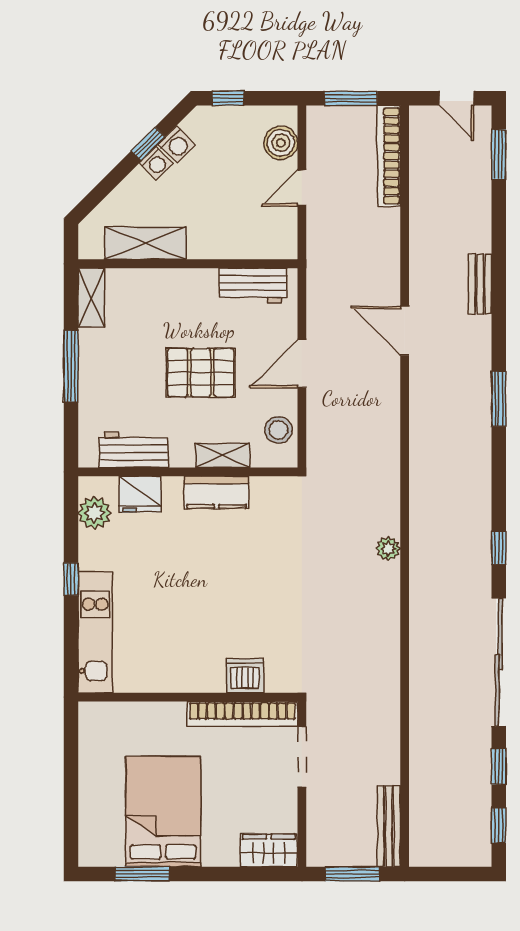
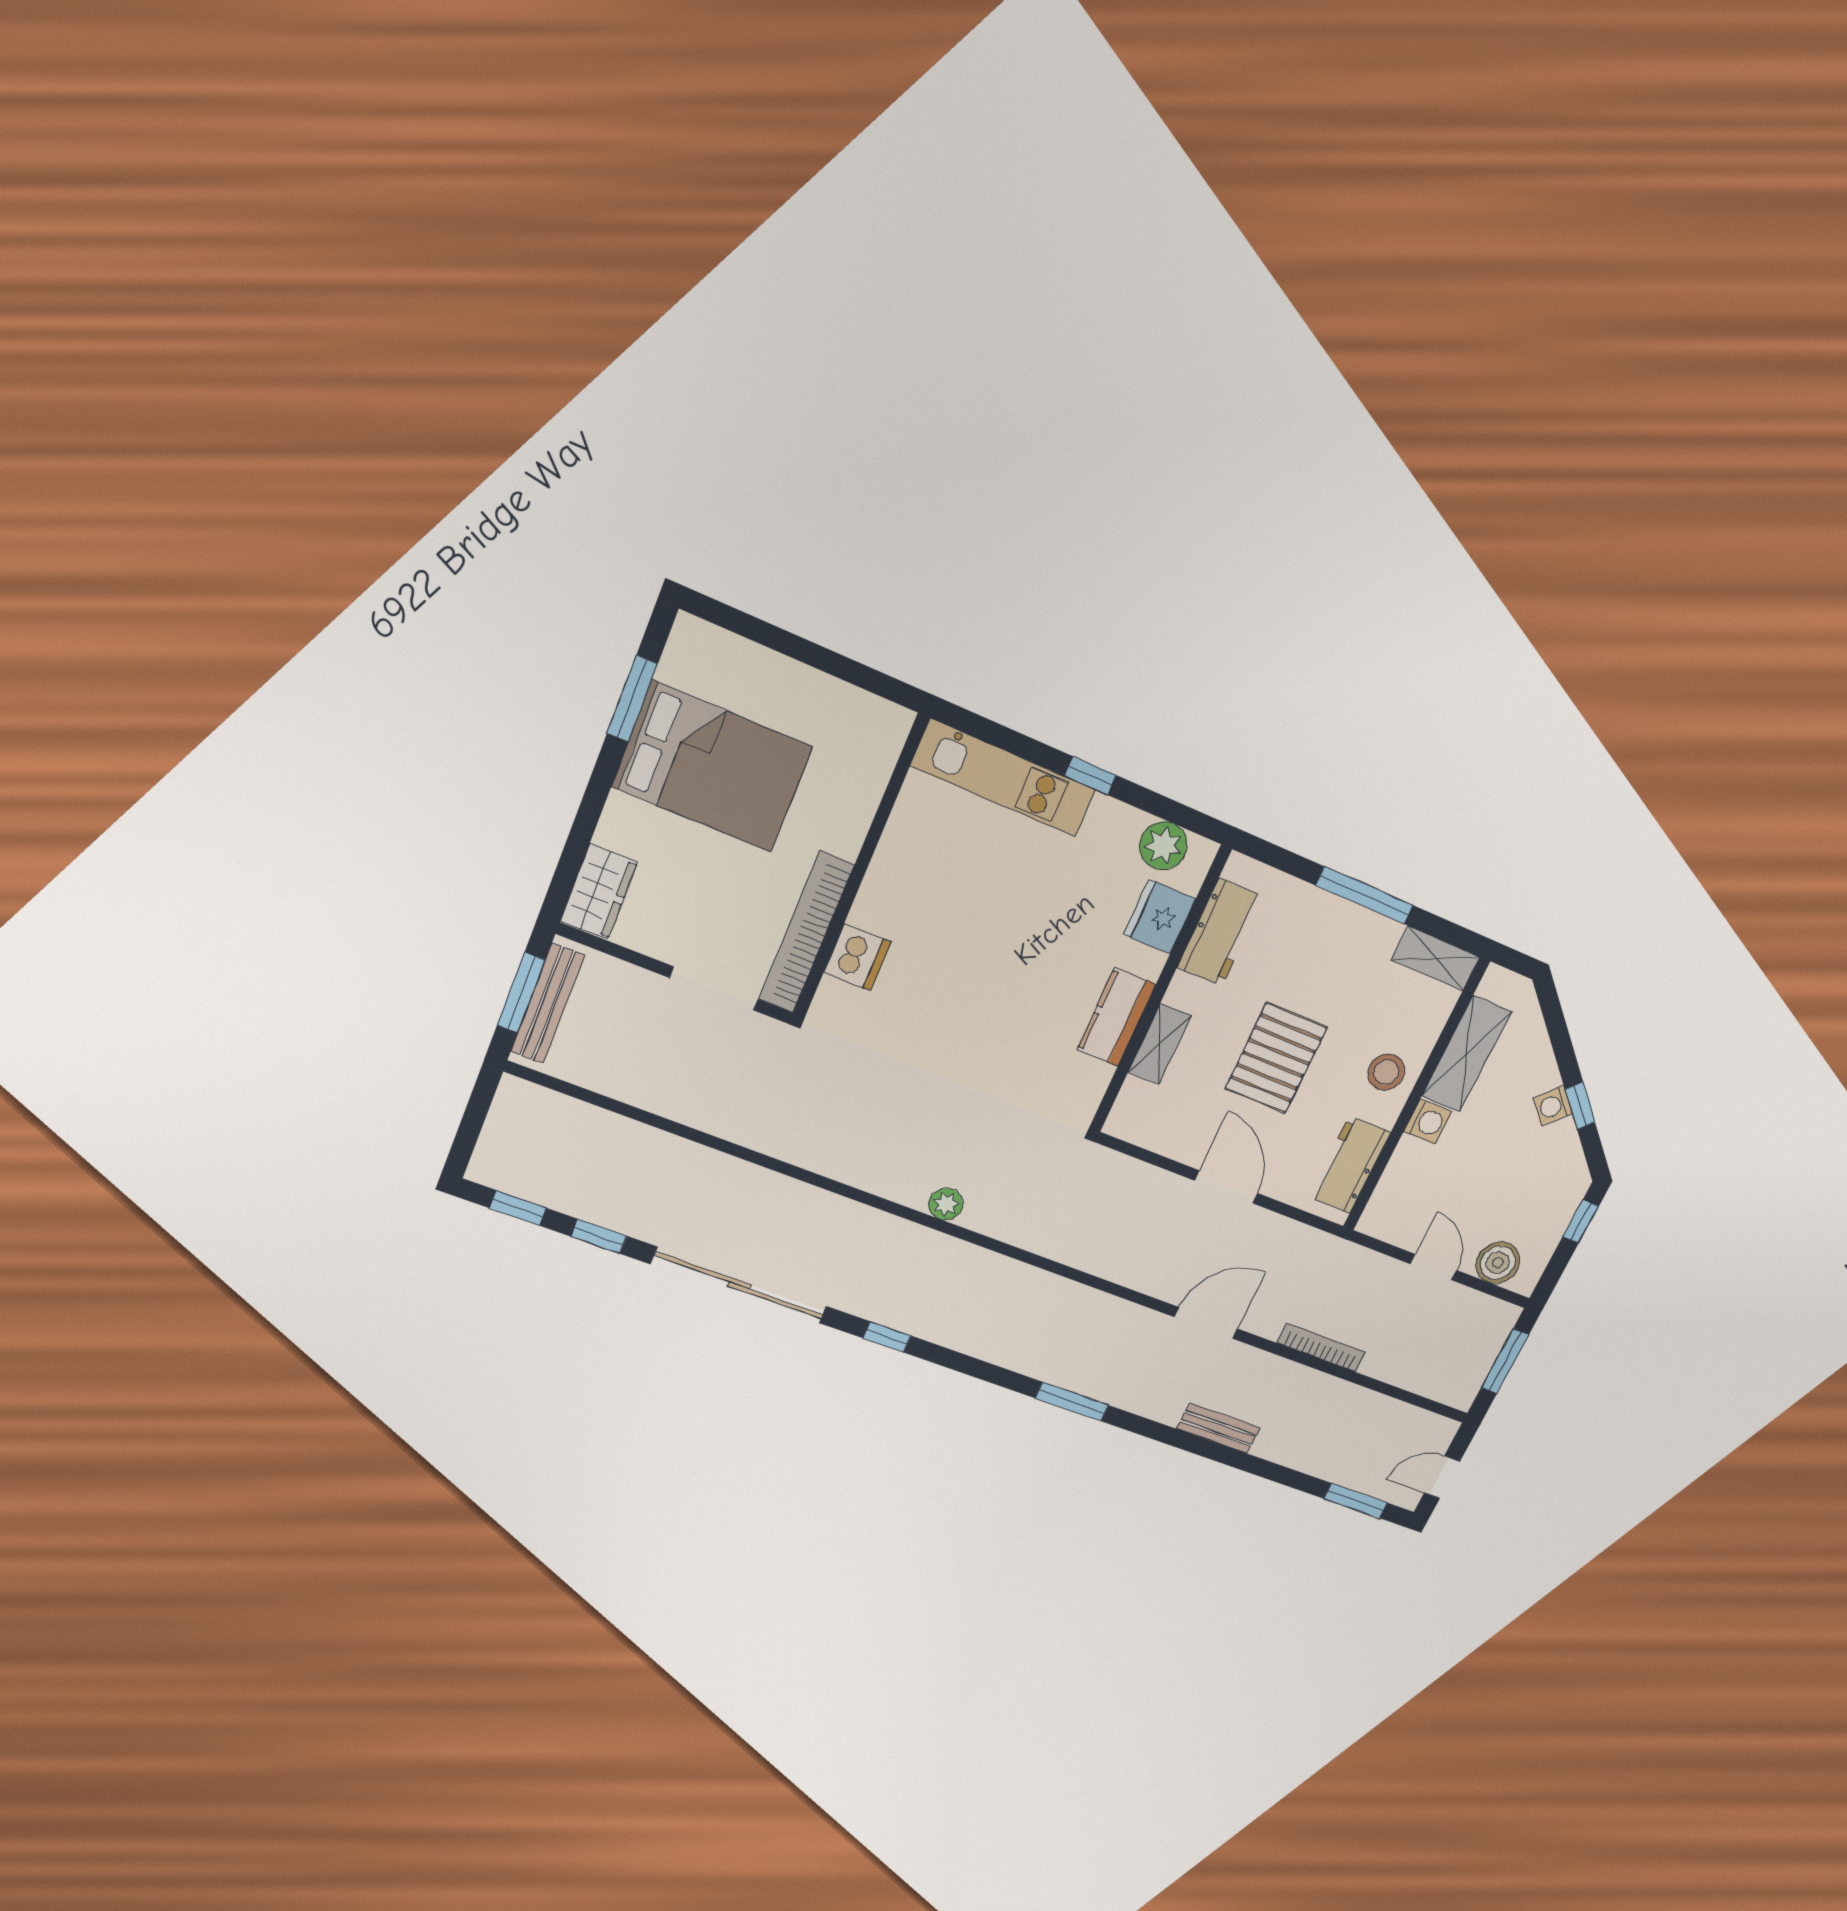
washing machine: (177, 145) -> (1428, 1122), moved, turned -135
bookcase: (389, 156) -> (1321, 1348), moved, width x0.68, depth x0.76
stool: (279, 430) -> (1386, 1072), moved
bench: (389, 826) -> (548, 1003), moved, turned 90

